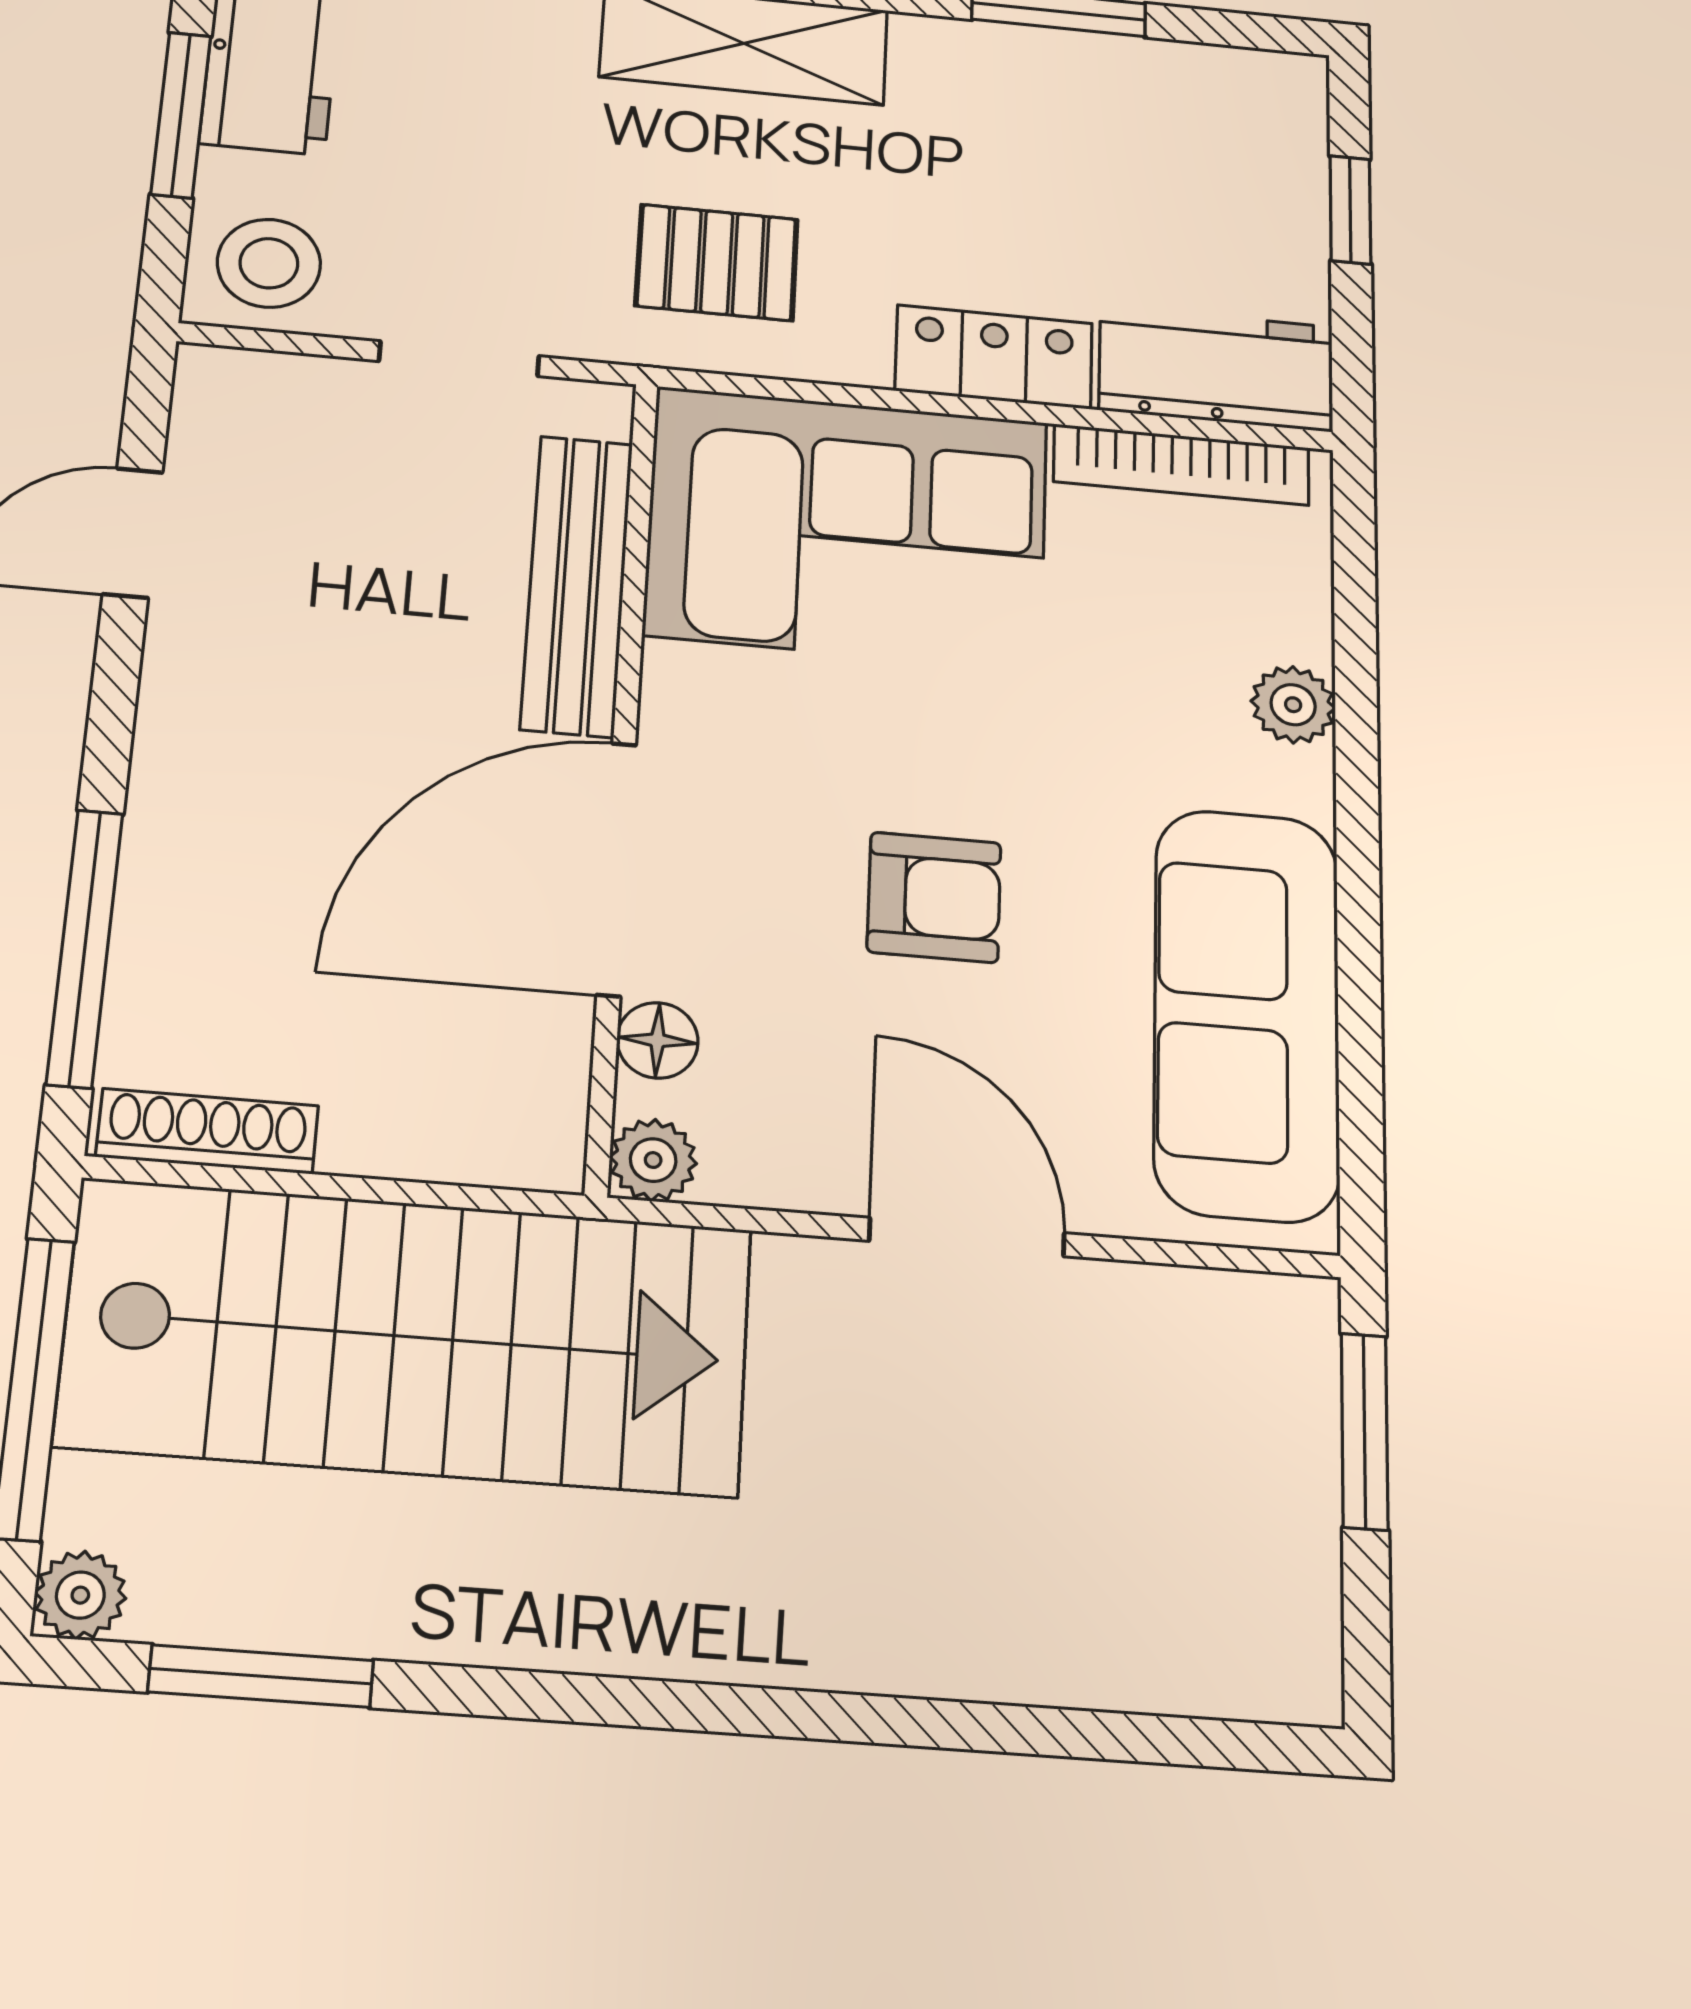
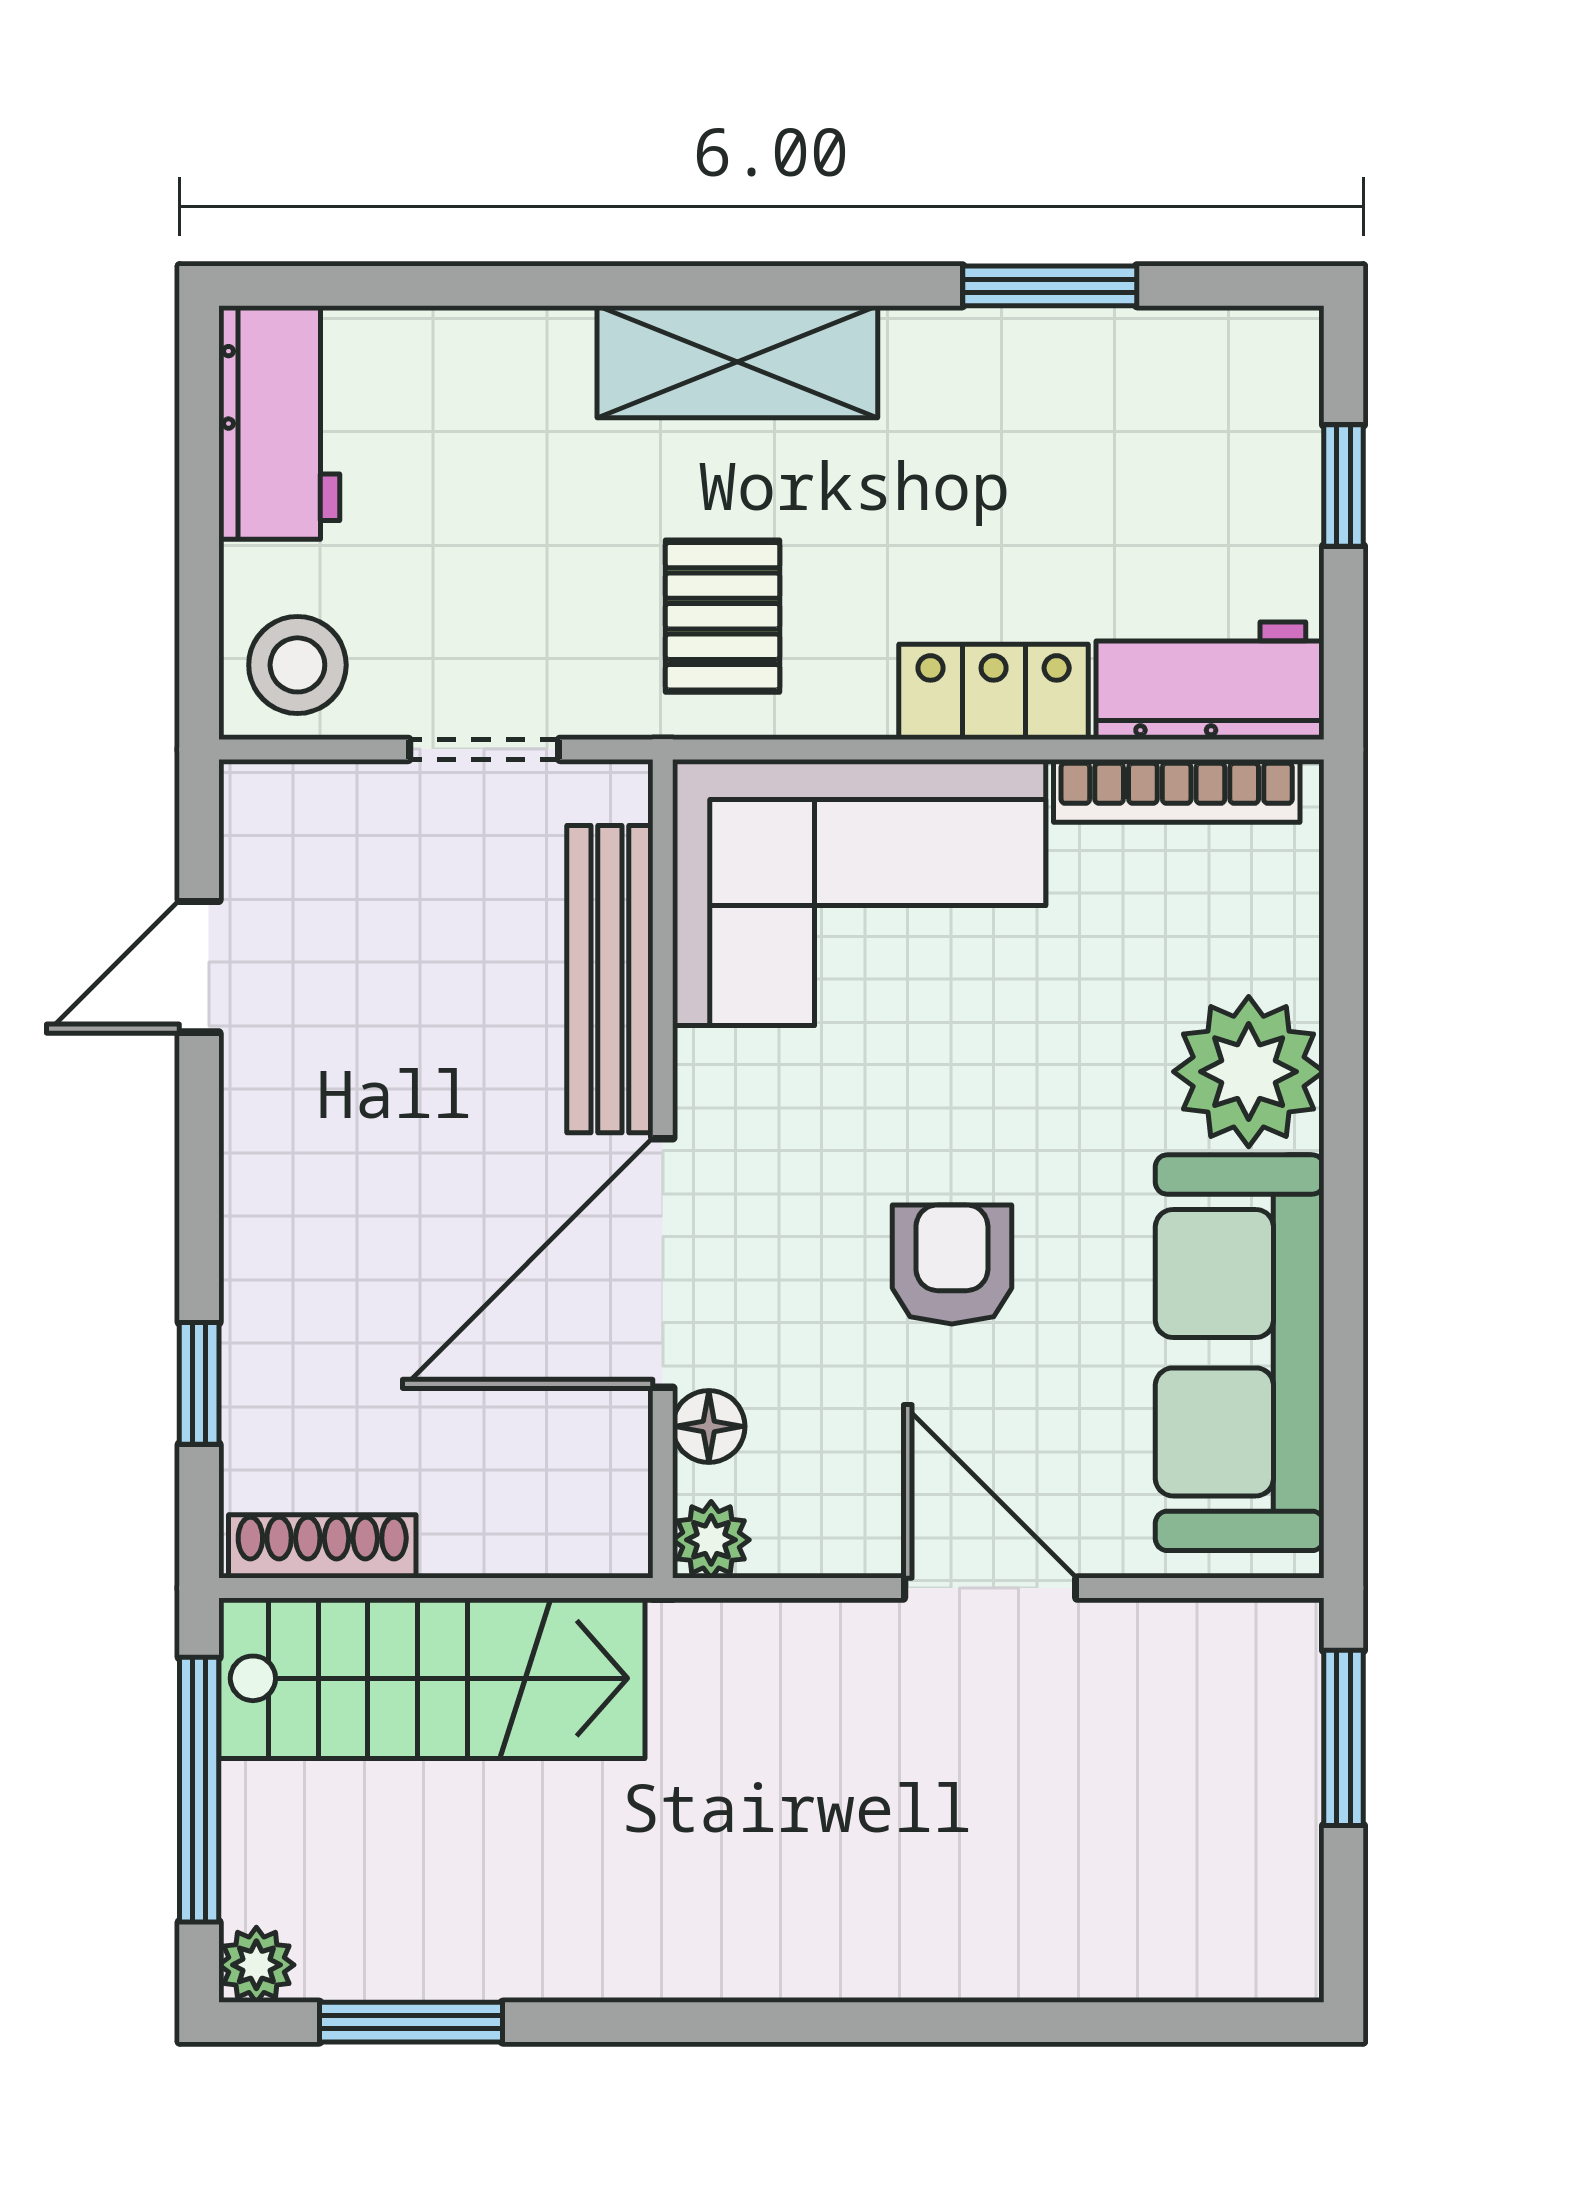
window: (181, 115) -> (199, 509), removed
pallet: (717, 263) -> (723, 616), turned 90
plant: (1293, 705) -> (1249, 1072), width x1.88, depth x1.88
armchair: (934, 897) -> (952, 1265), turned -90
window: (85, 948) -> (199, 1383), width x0.46
stairs: (407, 1337) -> (432, 1678), width x0.73, depth x0.66

